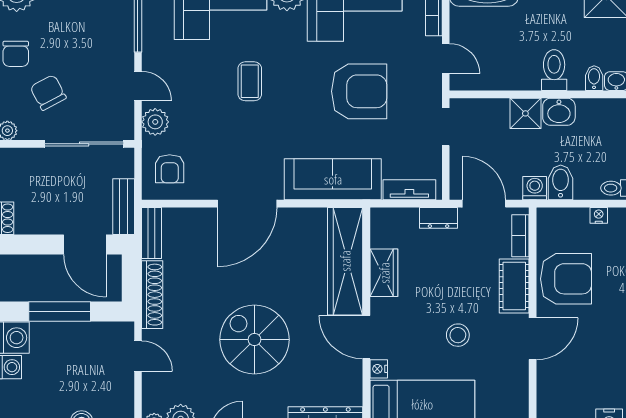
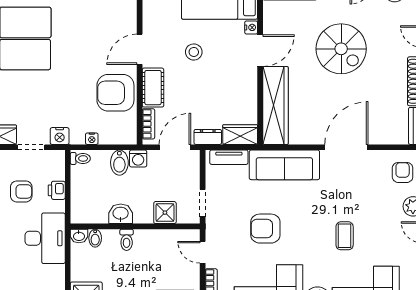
toilet: (554, 70) -> (127, 240), width x0.73, depth x0.72
armchair: (359, 91) -> (265, 229), width x0.73, depth x0.73
shower: (525, 113) -> (165, 213), moved
door: (484, 204) -> (175, 147), swing flipped
wardrobe: (384, 273) -> (240, 135), moved, turned 90
door: (366, 337) -> (260, 51), hinge flipped

